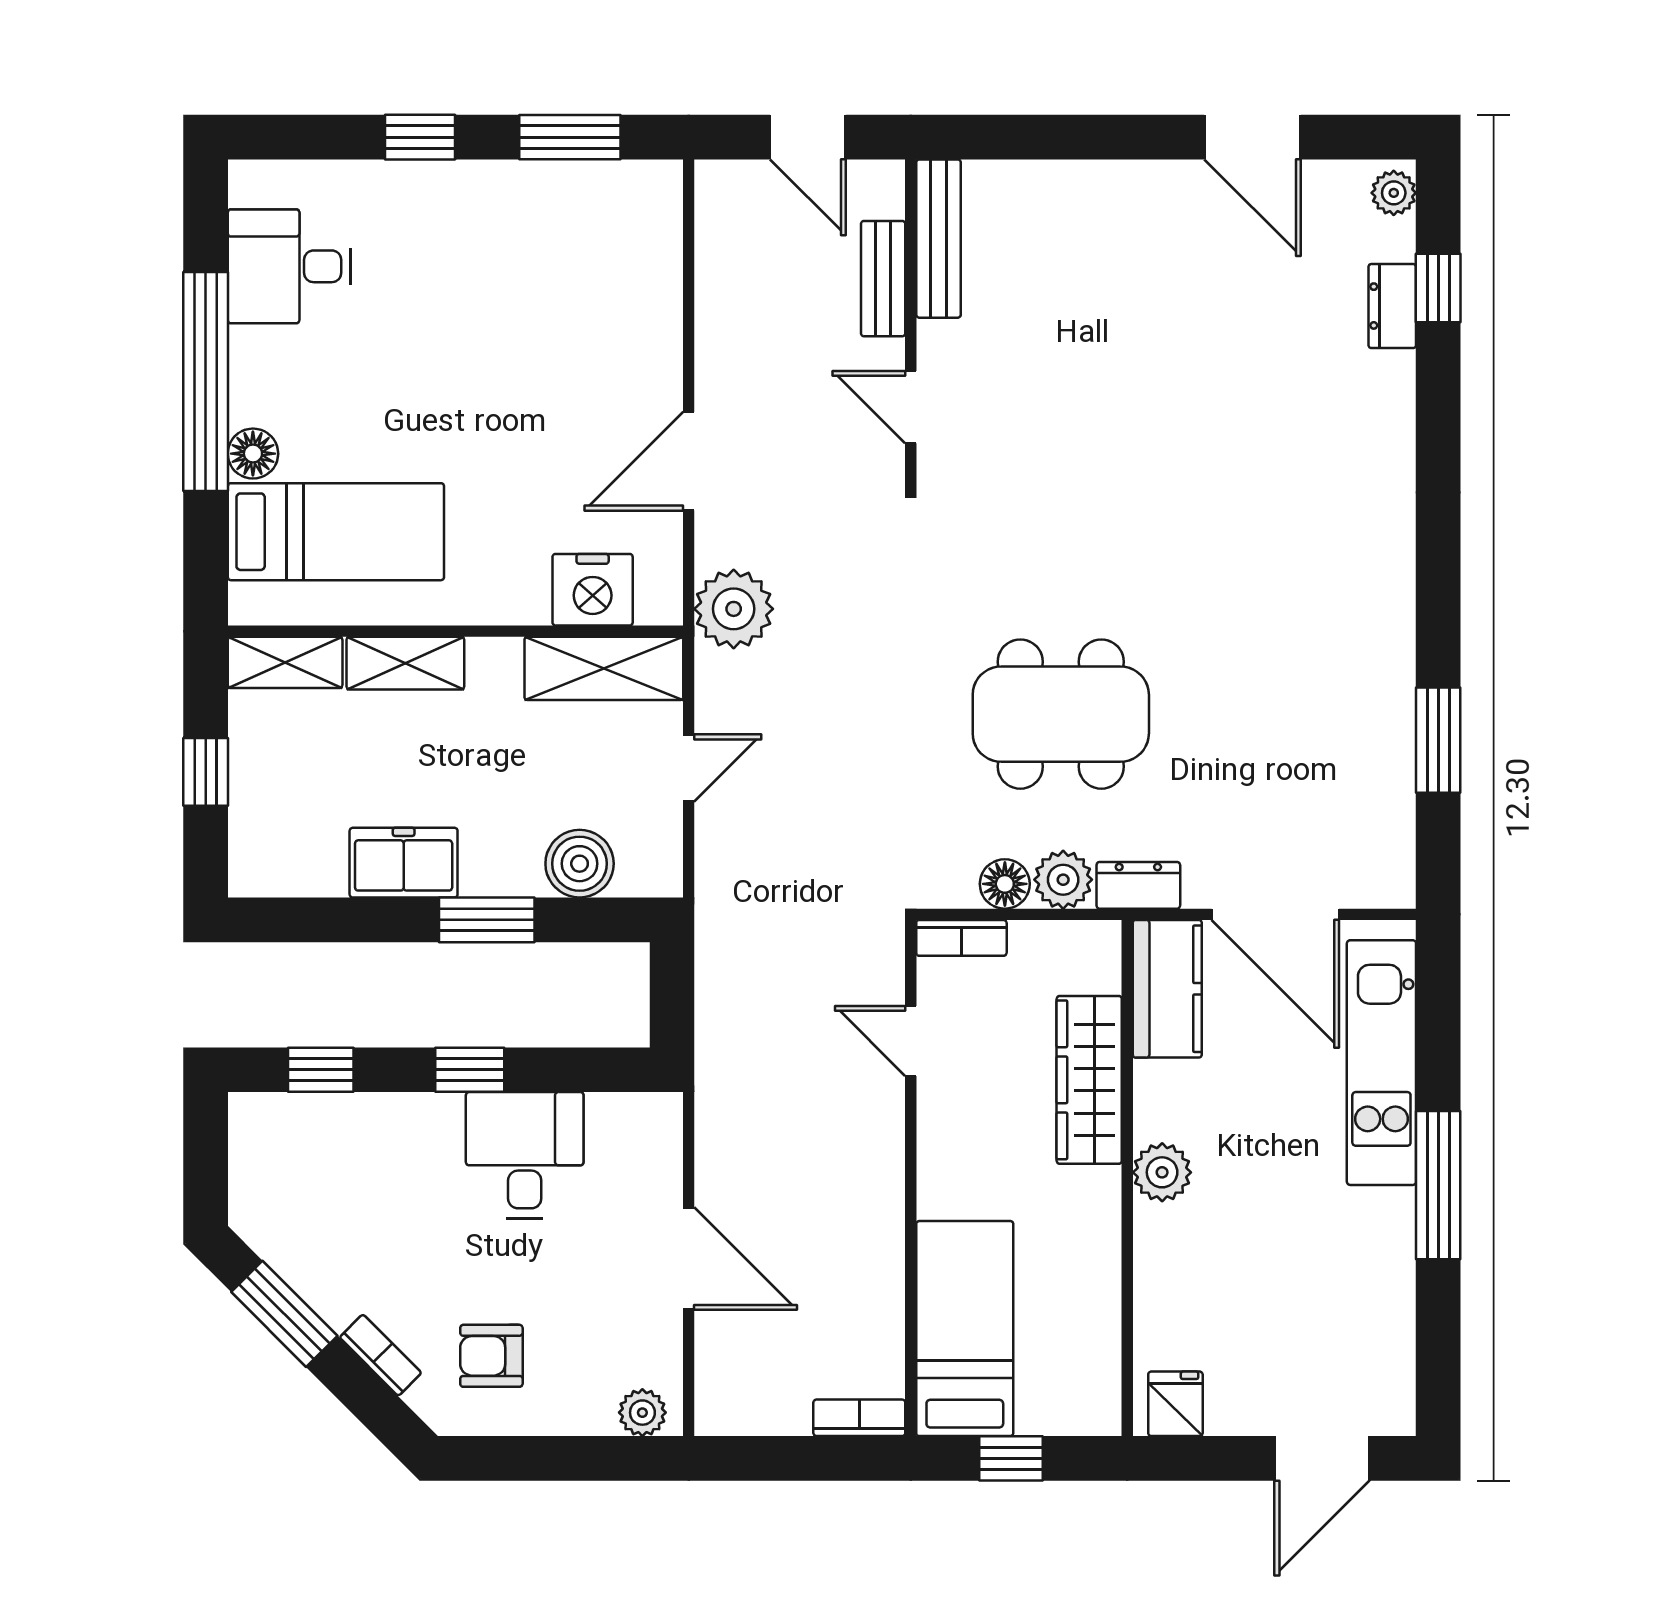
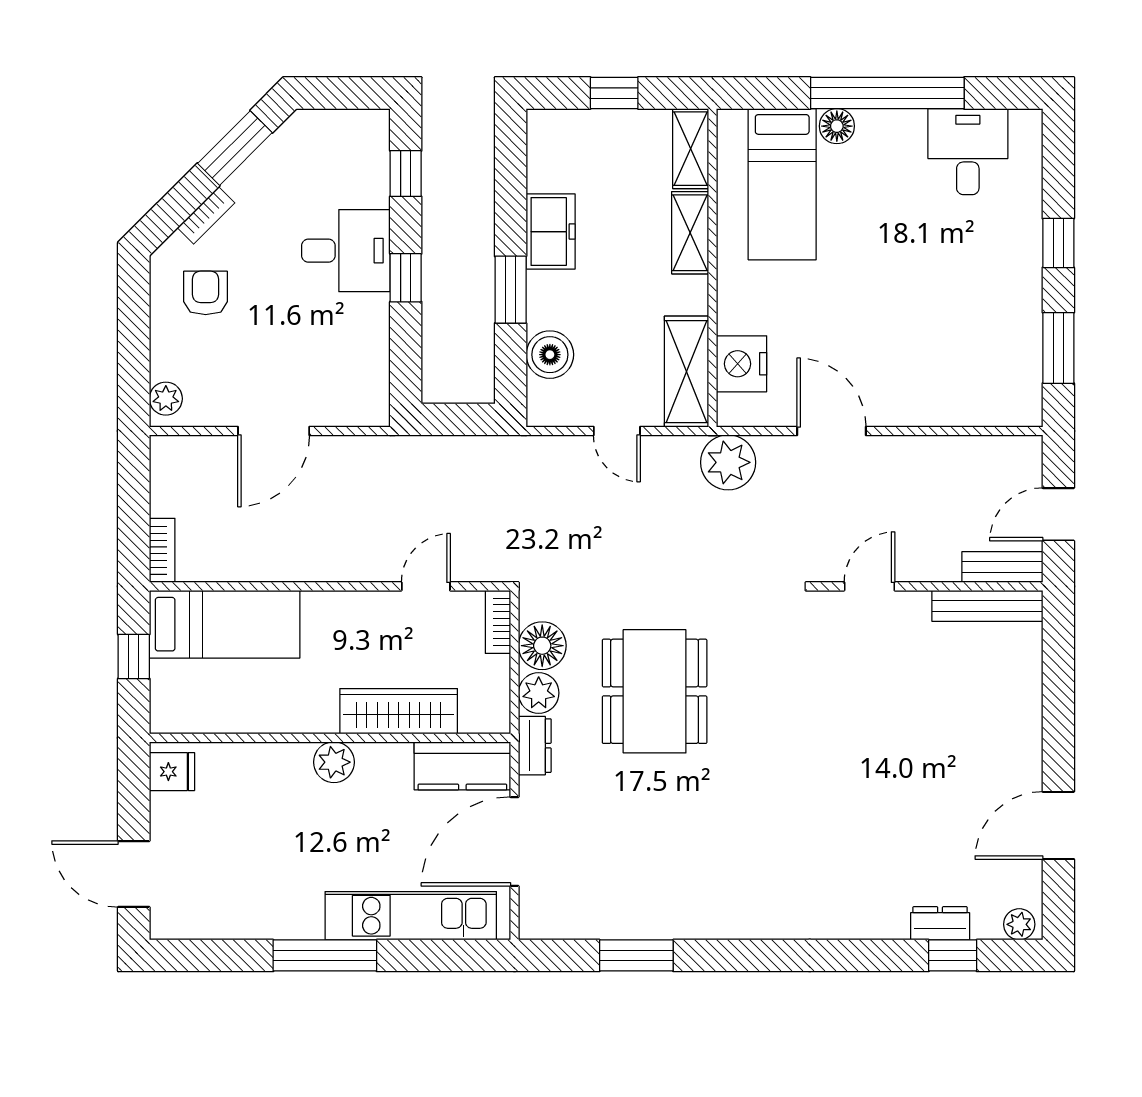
bench: (883, 279) -> (1002, 567), moved
floor lamp: (1005, 884) -> (542, 646), width x1.38, depth x1.38
desk: (525, 1155) -> (346, 251), moved

